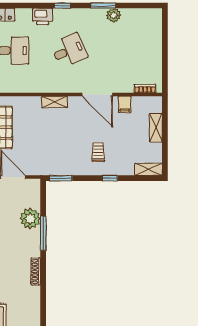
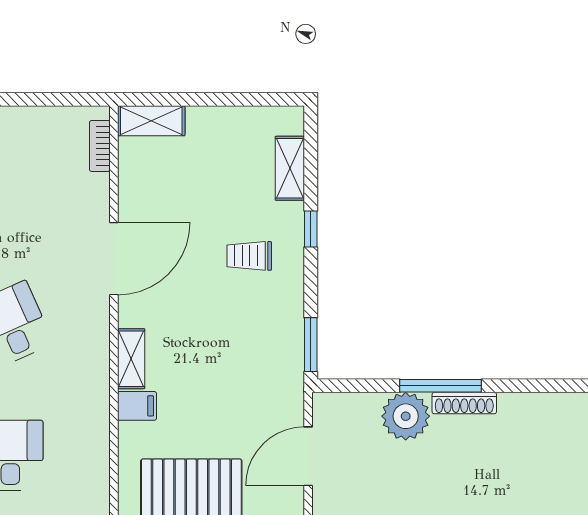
filing cabinet: (125, 104) -> (137, 406), moved
shelving: (156, 128) -> (151, 121), moved
shelving: (149, 169) -> (290, 168), moved
shoe rack: (36, 272) -> (464, 403), moved

